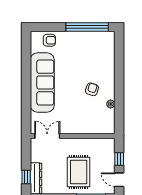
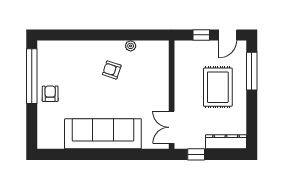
armchair: (49, 40) -> (50, 94), moved
rug: (79, 172) -> (218, 87), turned 90
window: (26, 177) -> (196, 154), moved

